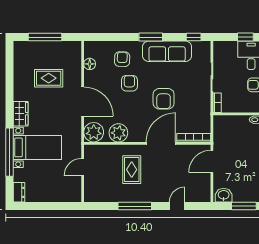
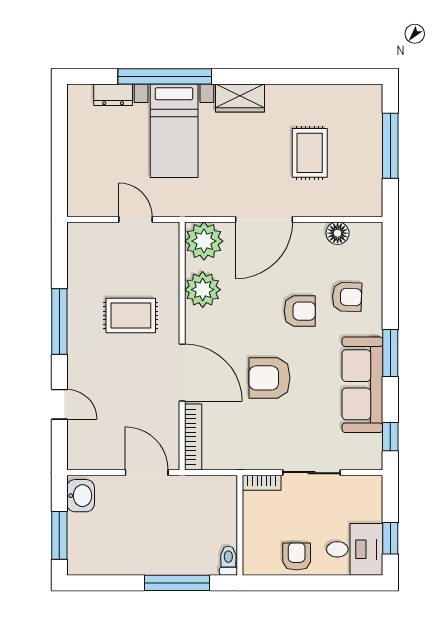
dresser: (19, 192) -> (113, 95), moved

